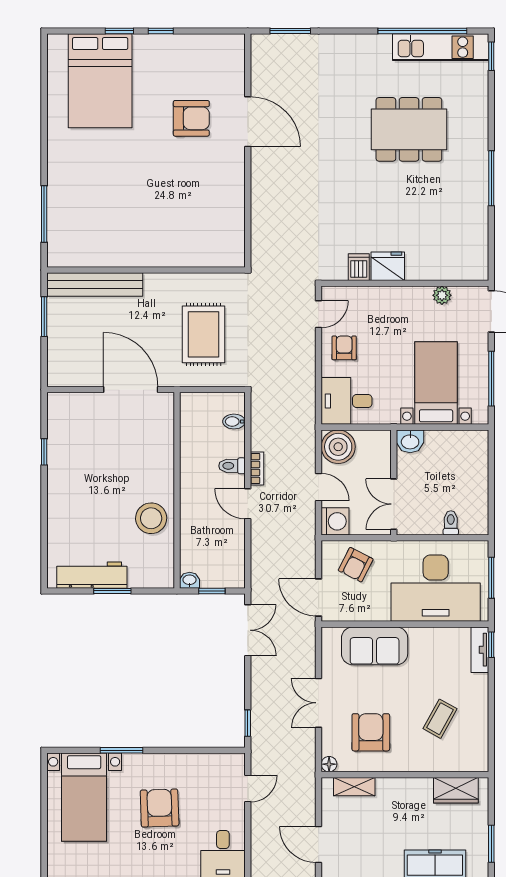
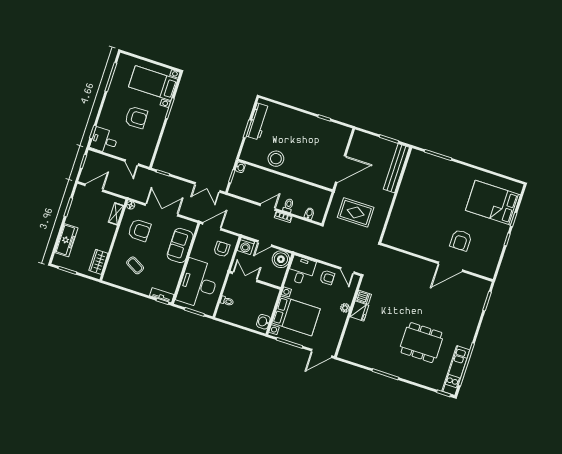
dining table: (409, 129) -> (421, 343), turned 90
plant: (442, 295) -> (345, 308), moved
bed with nightstands: (436, 383) -> (296, 316), width x1.36
washbasin: (410, 441) -> (263, 322), moved
armchair: (356, 565) -> (222, 249), turned 63
double door: (319, 703) -> (162, 210), width x1.37

